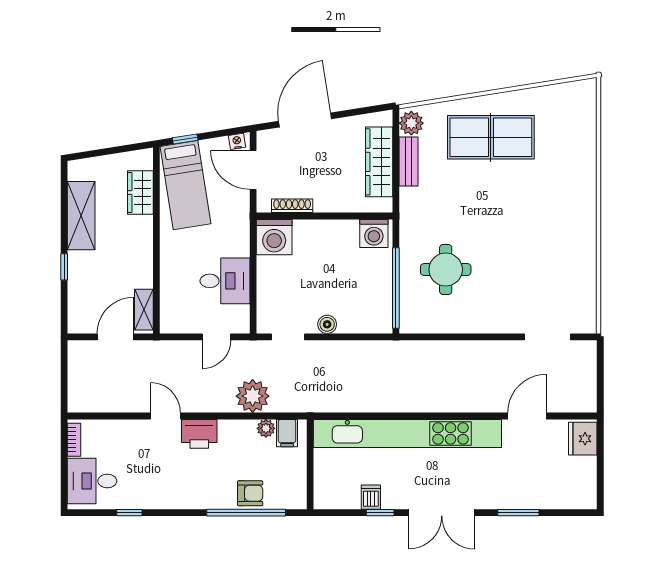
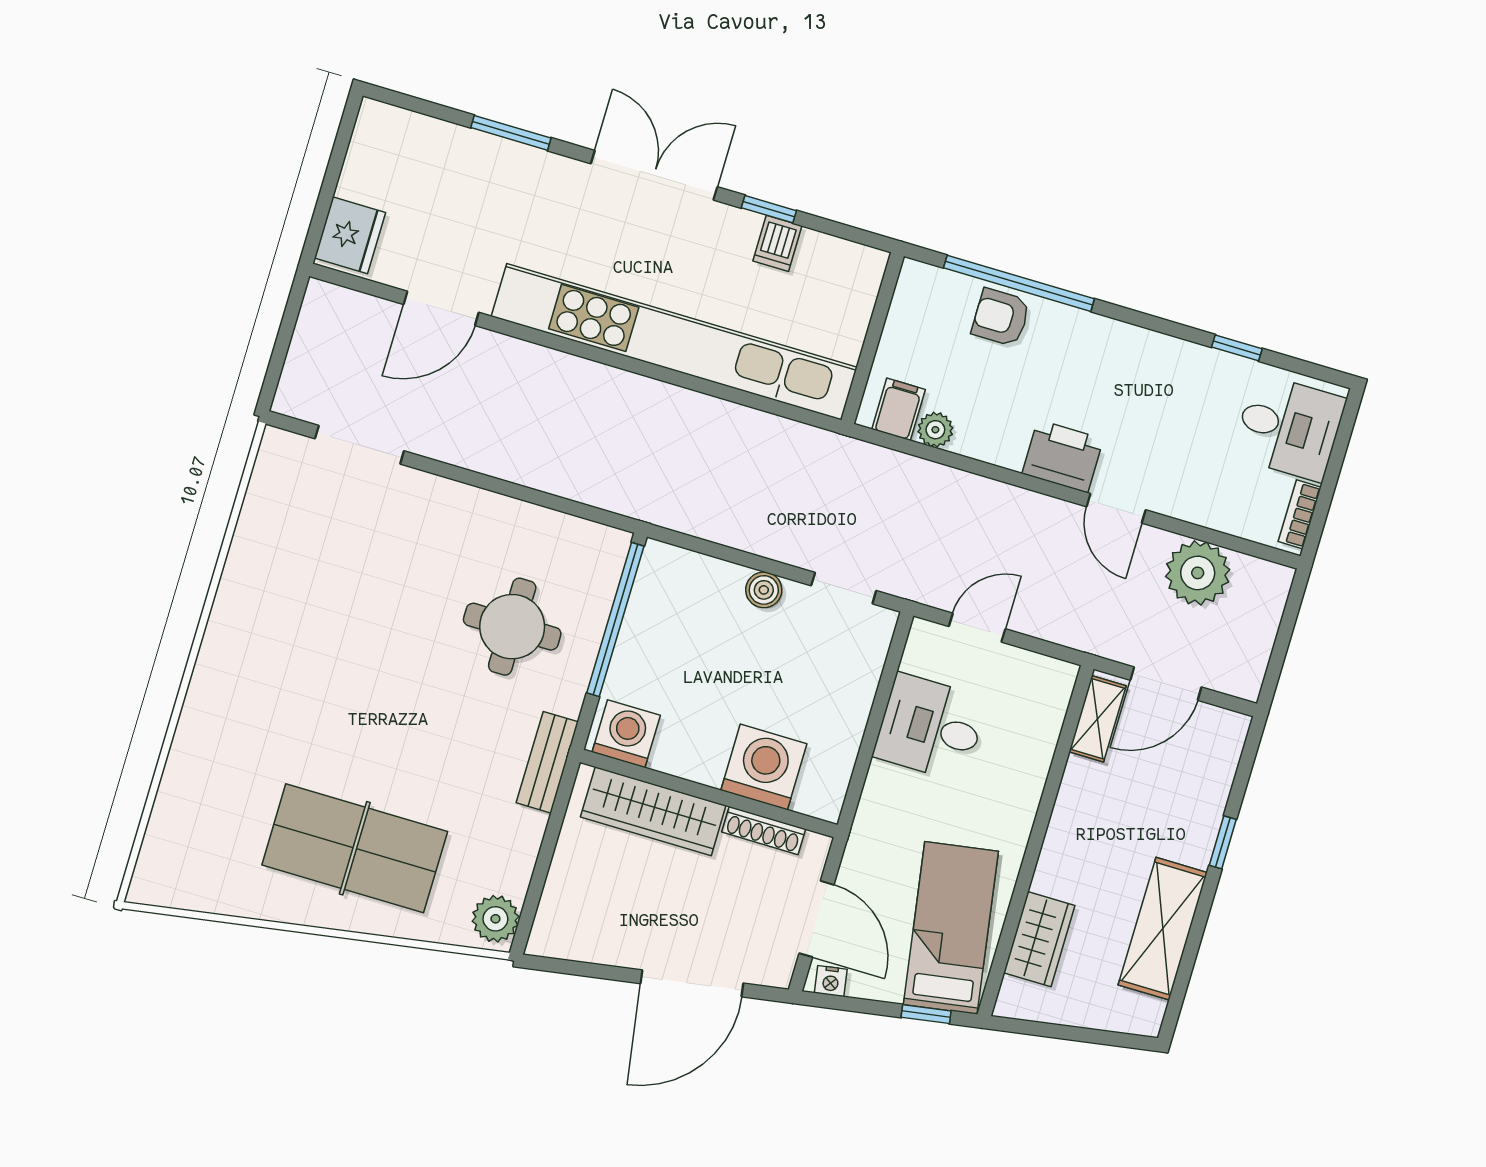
wardrobe: (379, 162) -> (653, 811), moved, turned 90
bench: (409, 162) -> (547, 762), moved
washing machine: (274, 237) -> (764, 767), moved
plant: (253, 396) -> (1198, 573), moved

